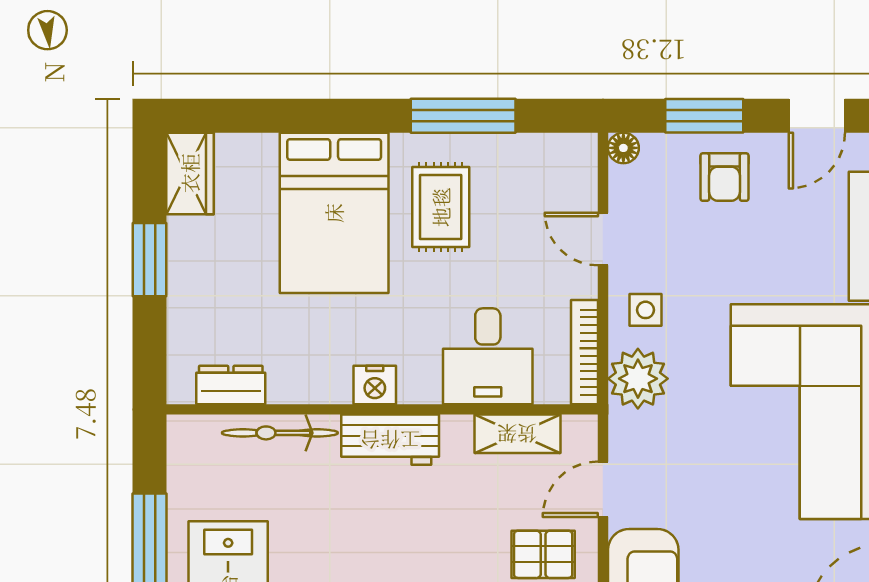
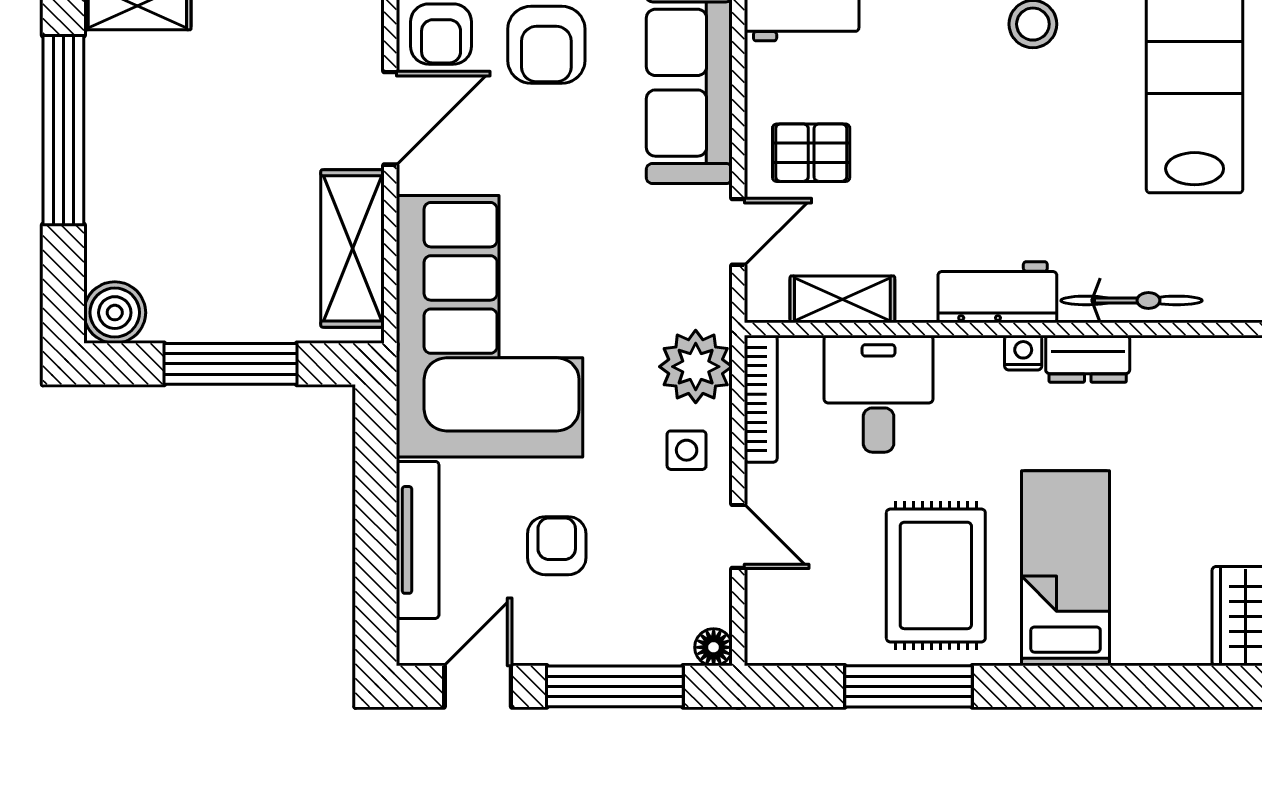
window: (704, 116) -> (615, 686), width x1.44
armchair: (725, 177) -> (557, 546), moved
rug: (441, 207) -> (936, 575), width x1.36, depth x1.43
bed: (334, 213) -> (1066, 568), width x0.67
dresser: (231, 385) -> (1088, 359), moved
nightstand: (375, 385) -> (1023, 353), width x0.72, depth x0.74

